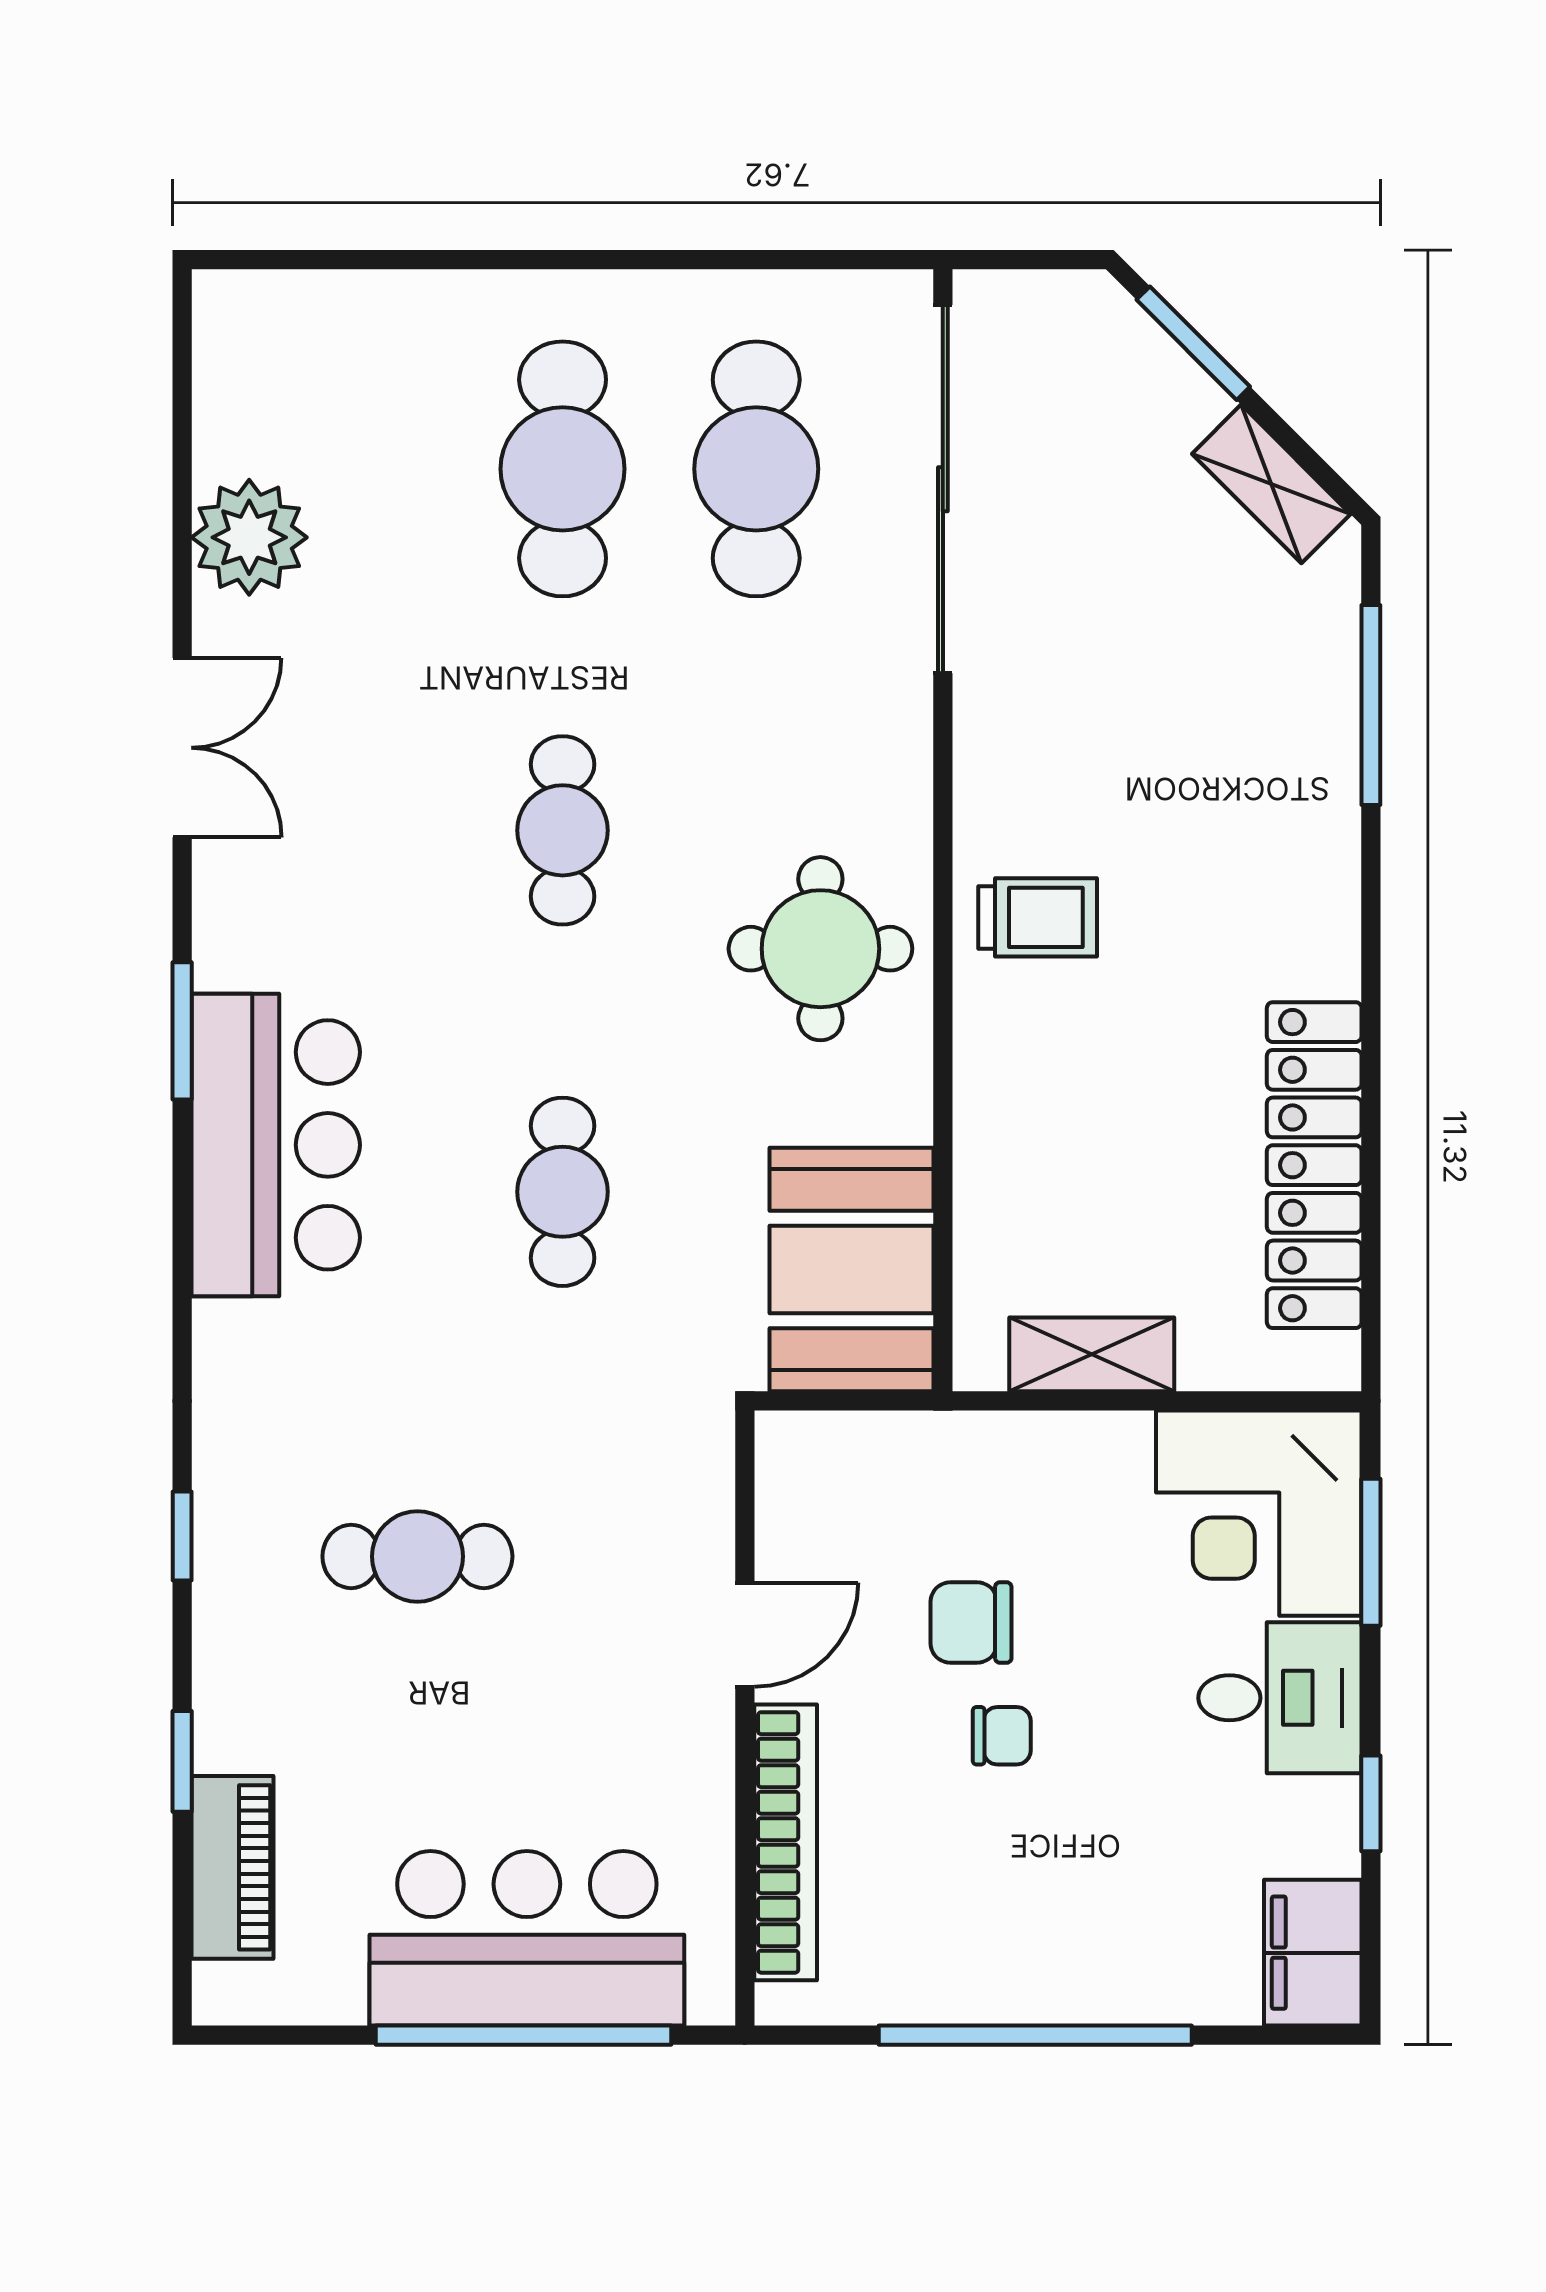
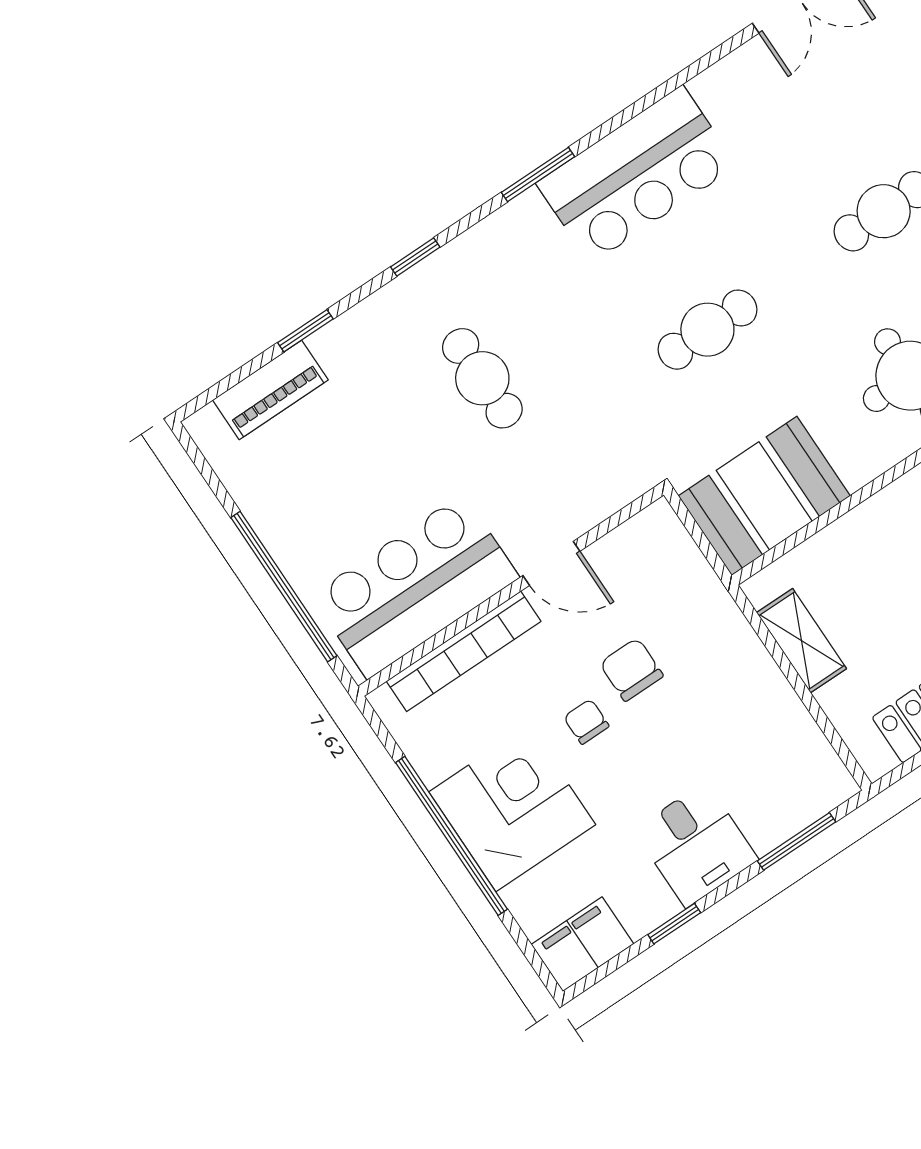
window: (182, 1031) -> (538, 174), moved
corner desk: (1259, 1513) -> (512, 808), moved, turned 90
chair: (1002, 1736) -> (586, 722), turned 180
bar counter: (527, 1938) -> (415, 586), moved, turned -90

